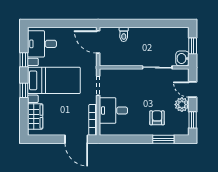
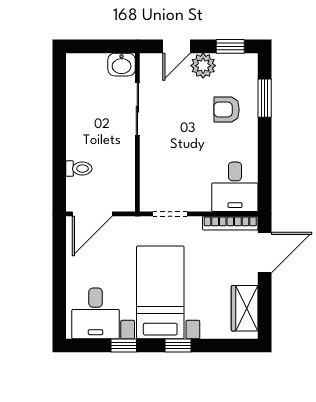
window: (193, 46) -> (99, 46), removed
desk: (113, 110) -> (235, 187), moved
wardrobe: (35, 116) -> (245, 308), moved, turned -90

